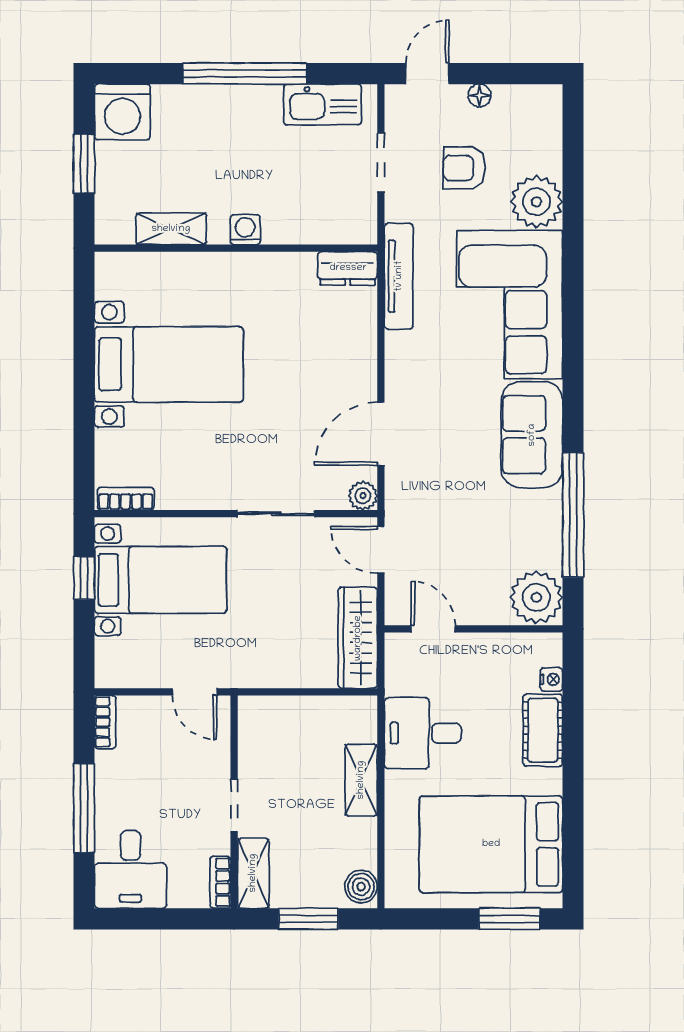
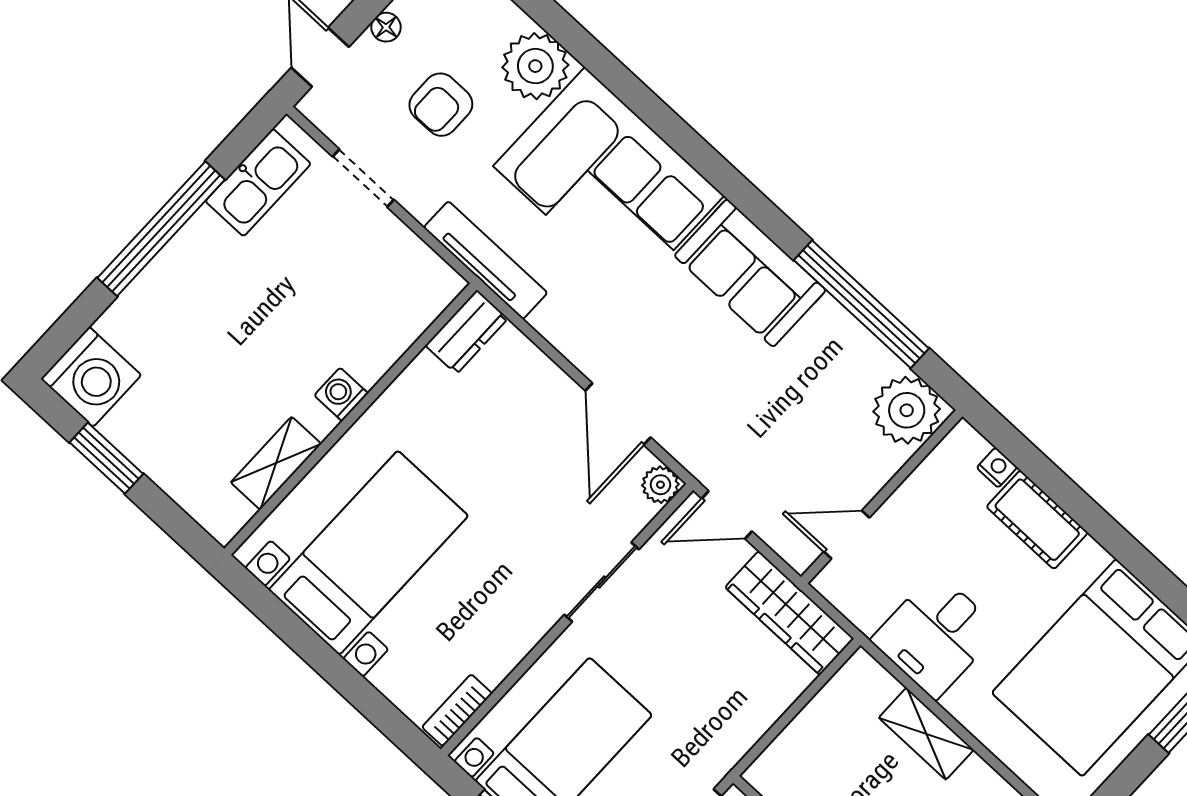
shelving: (171, 229) -> (276, 463), moved
washing machine: (245, 230) -> (341, 394), moved
wall: (236, 248) -> (350, 419), moved
dresser: (348, 268) -> (467, 332), moved

